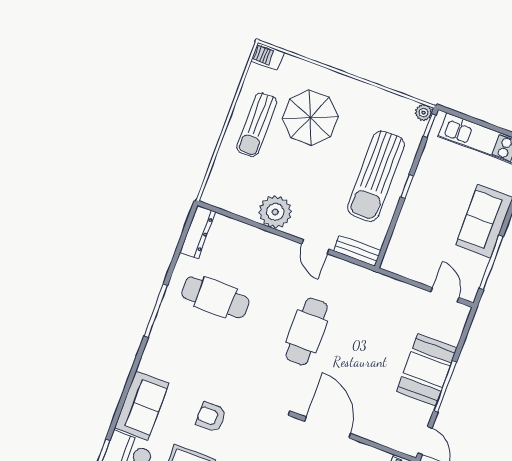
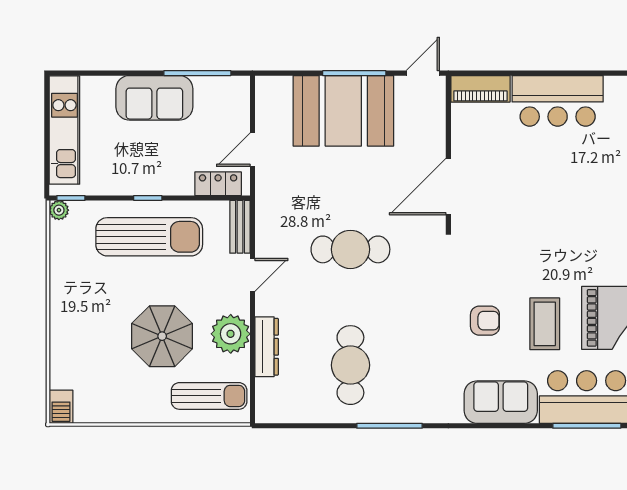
parasol: (310, 118) -> (162, 336), moved
sun lounger: (257, 125) -> (209, 396), moved
dresser: (198, 232) -> (267, 347), moved, turned 90
locker: (398, 246) -> (218, 184), added
door: (445, 295) -> (252, 150), moved
booth: (427, 370) -> (343, 111), width x1.36, depth x1.42
armchair: (211, 417) -> (485, 321), turned -90

